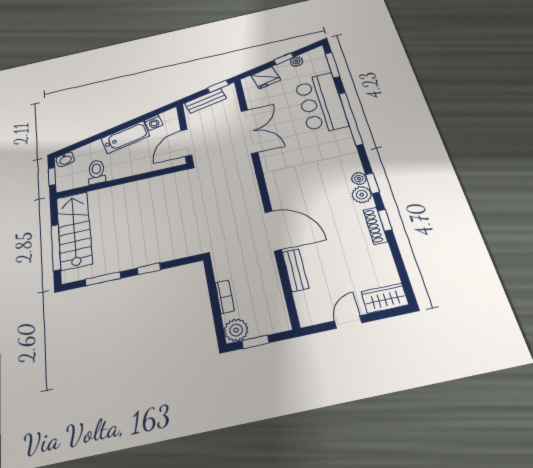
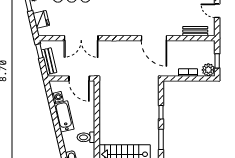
double door: (249, 131) -> (81, 38), swing flipped
door: (273, 231) -> (154, 38), swing flipped
bench: (295, 270) -> (195, 31), moved

